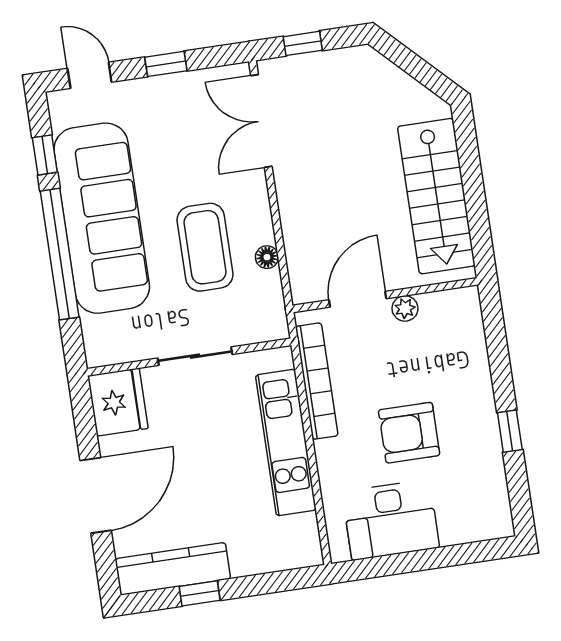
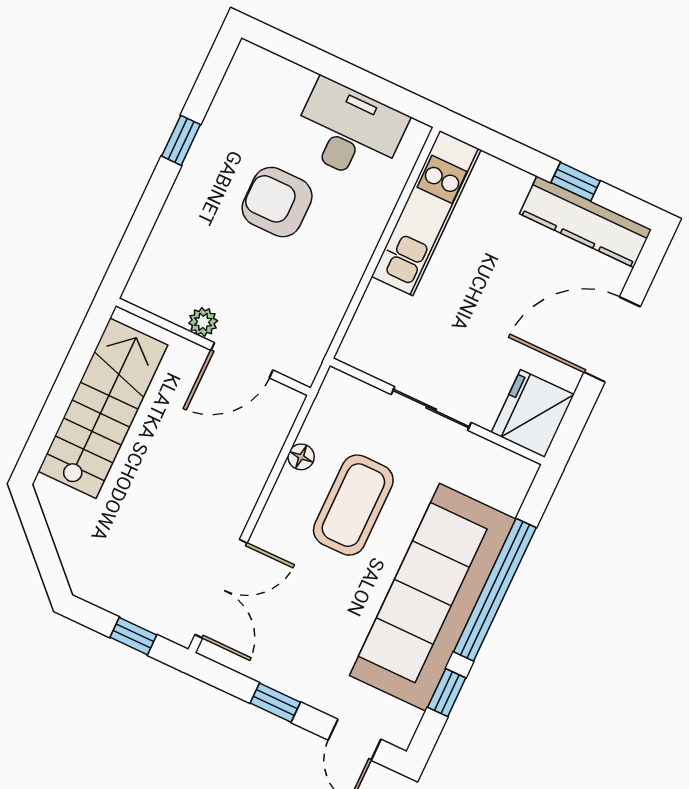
bookcase: (317, 381) -> (332, 309), removed
armchair: (409, 433) -> (277, 202), turned 180
kitchen unit: (286, 443) -> (426, 213), moved

